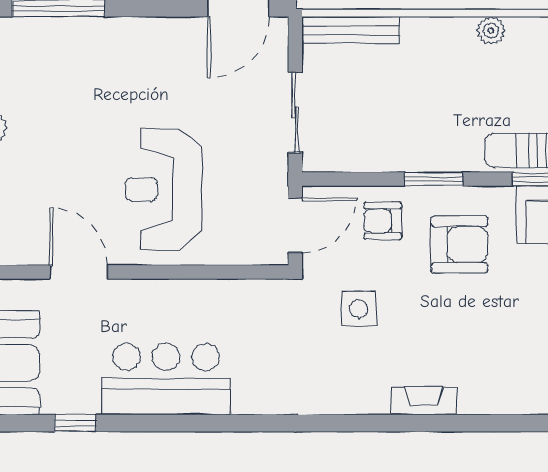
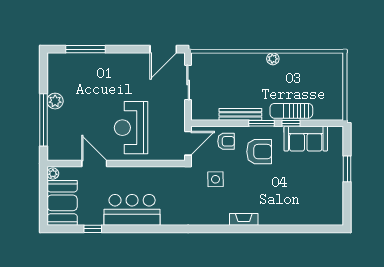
bench: (351, 30) -> (240, 114), moved
sliding door: (295, 112) -> (188, 83), moved
window: (434, 179) -> (261, 123), moved
armchair: (383, 221) -> (226, 141), turned 180

